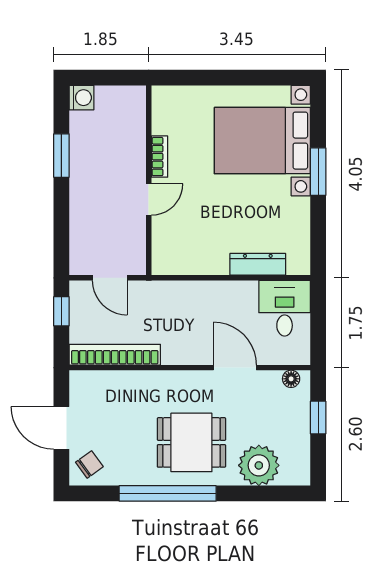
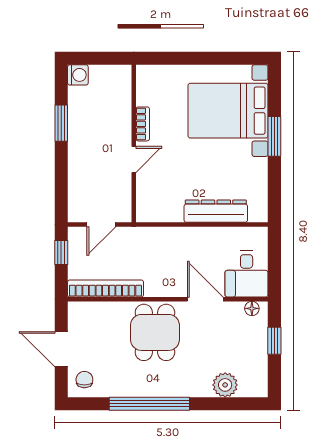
dresser: (258, 264) -> (216, 211), width x1.37, depth x1.24
door: (110, 278) -> (101, 225), hinge flipped
desk: (285, 308) -> (247, 274), moved, turned 180
dining table: (191, 442) -> (155, 332), moved, turned 90
chair: (89, 464) -> (84, 380), turned -54
plant: (259, 465) -> (225, 385), width x0.73, depth x0.73

